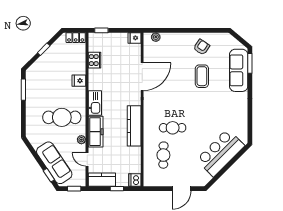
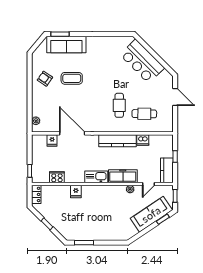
fridge: (134, 38) -> (52, 140), moved
cafe table: (62, 117) -> (110, 207), removed
dishwasher: (135, 180) -> (143, 140), moved

